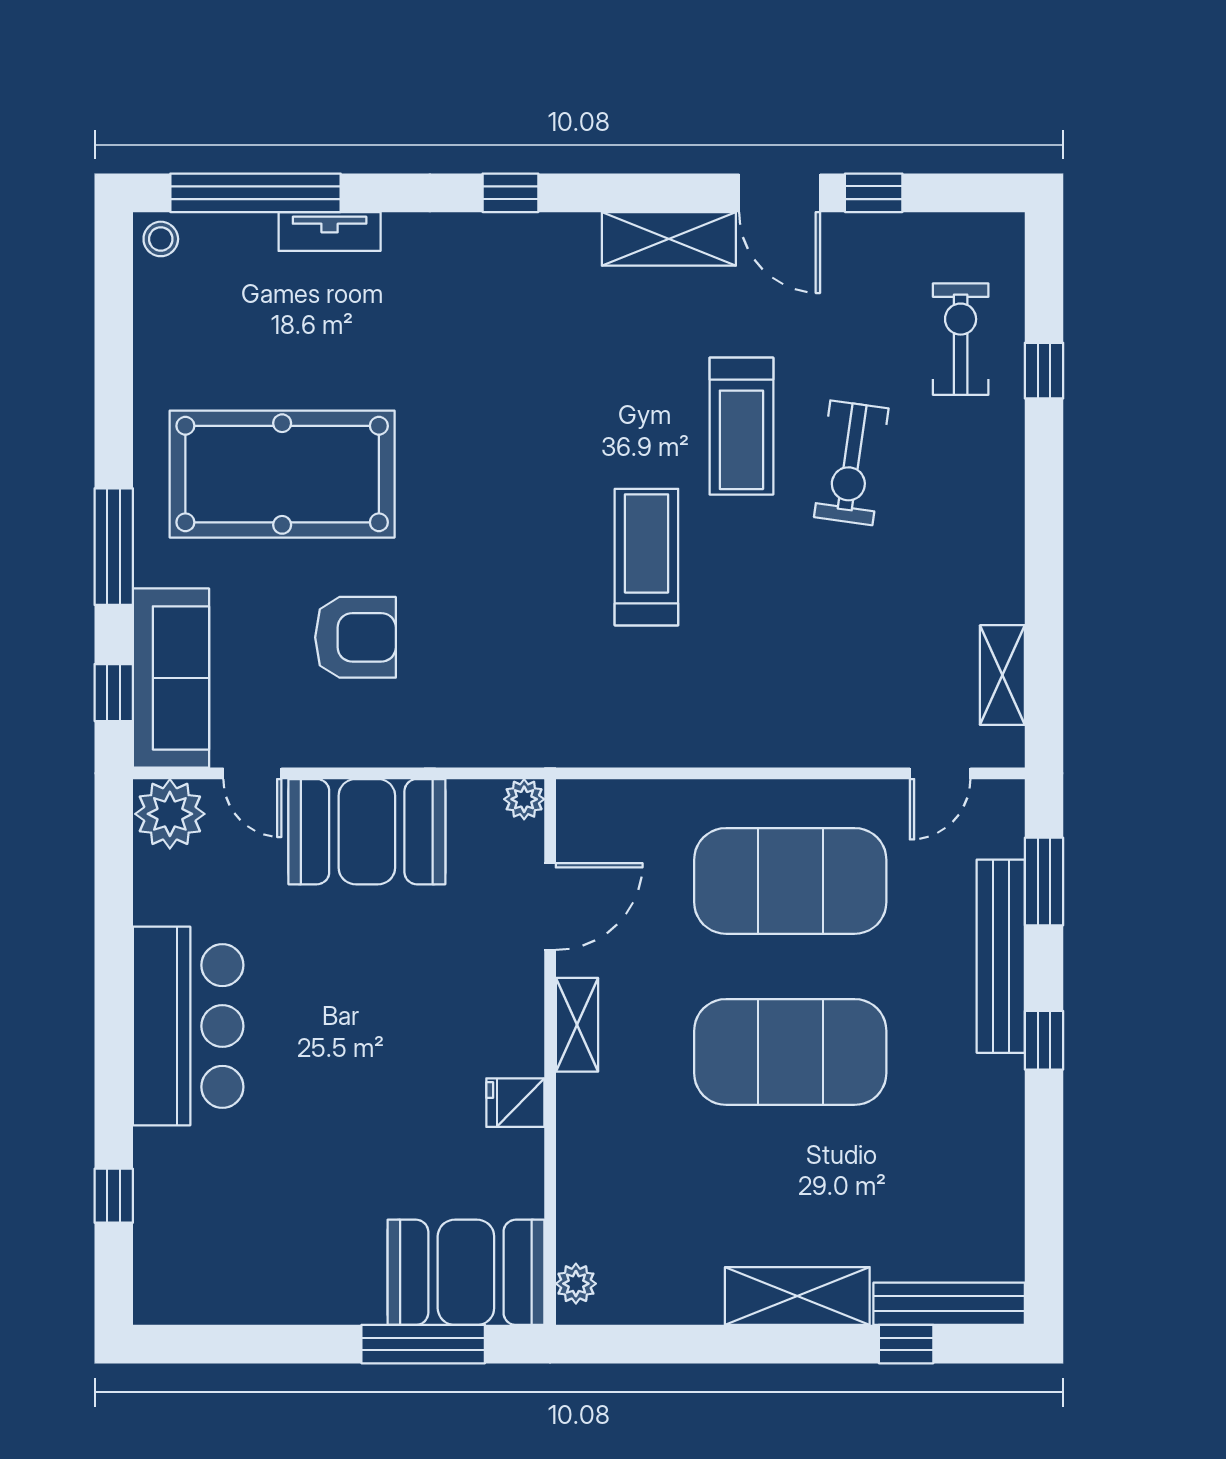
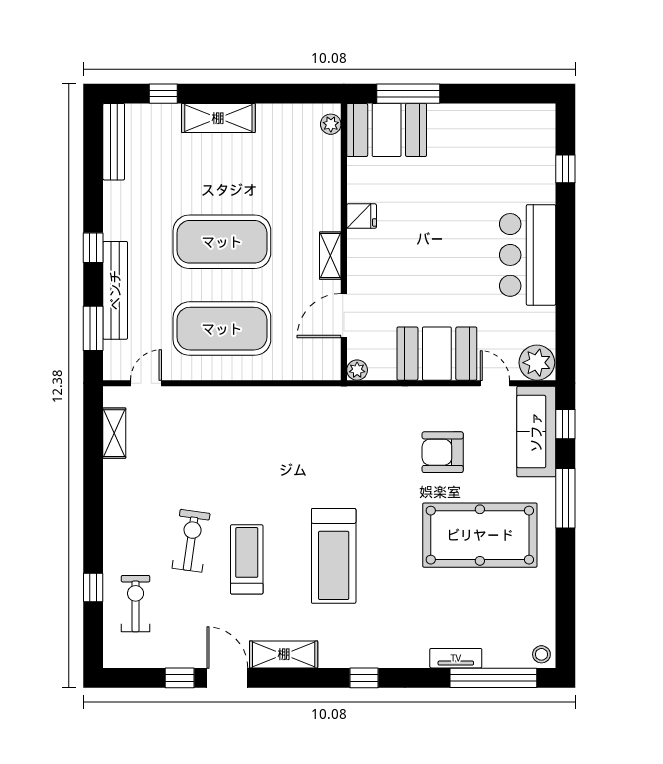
exercise bike: (961, 339) -> (136, 604), turned 180
treadmill: (646, 557) -> (334, 556), moved, width x1.37, depth x1.38
bench: (949, 1304) -> (114, 142), moved, turned 90

